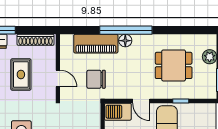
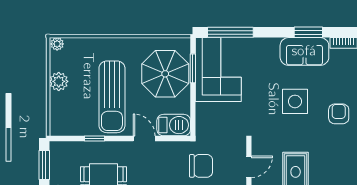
door: (58, 79) -> (249, 167), swing flipped

